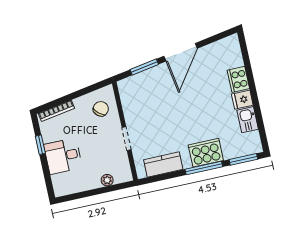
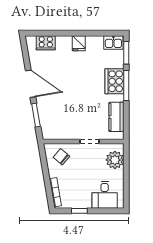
cooker: (238, 79) -> (46, 43), moved
kitchen sink: (248, 120) -> (113, 42), moved
desk: (63, 156) -> (105, 195), moved
plant: (107, 180) -> (115, 160), width x1.87, depth x1.87

